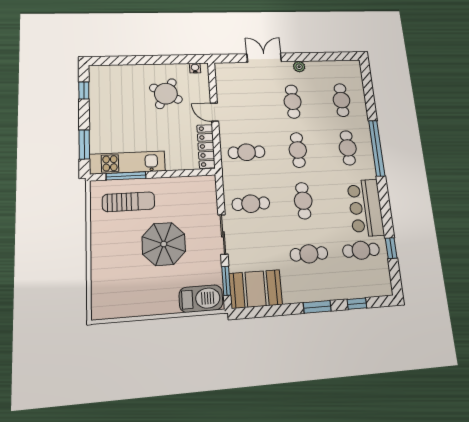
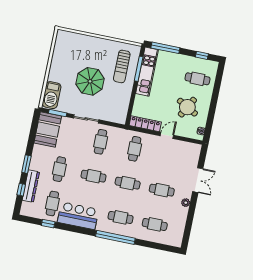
cafe table: (121, 89) -> (197, 79), added
window: (84, 145) -> (165, 48), width x1.44
dresser: (347, 290) -> (31, 186), added

